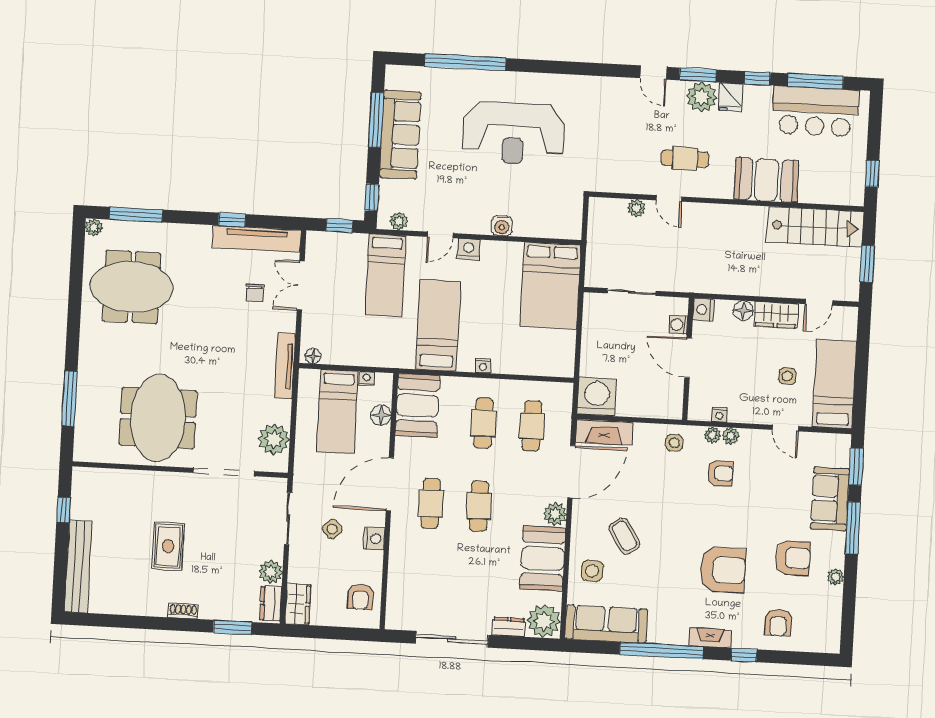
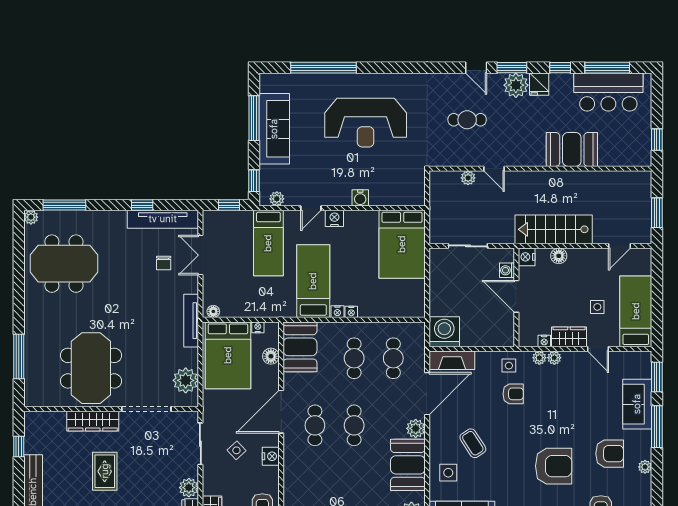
cafe table: (685, 158) -> (467, 120), moved
stairs: (815, 227) -> (554, 229), moved, turned 180
wardrobe: (776, 315) -> (569, 337), moved, turned 180
nightstand: (466, 365) -> (337, 312), added
bed: (337, 412) -> (228, 355), width x1.50
armchair: (720, 473) -> (513, 394), moved
wardrobe: (157, 483) -> (93, 421), added

